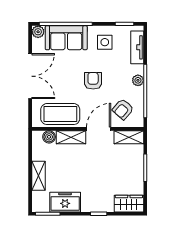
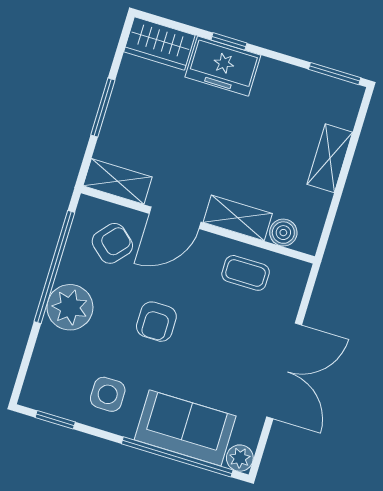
tv unit: (137, 47) -> (43, 363), removed
double door: (30, 76) -> (284, 371), swing flipped
plant: (138, 80) -> (70, 307), width x1.88, depth x1.88
coffee table: (60, 114) -> (246, 273), width x0.54, depth x0.58
freezer: (65, 202) -> (223, 66), moved

